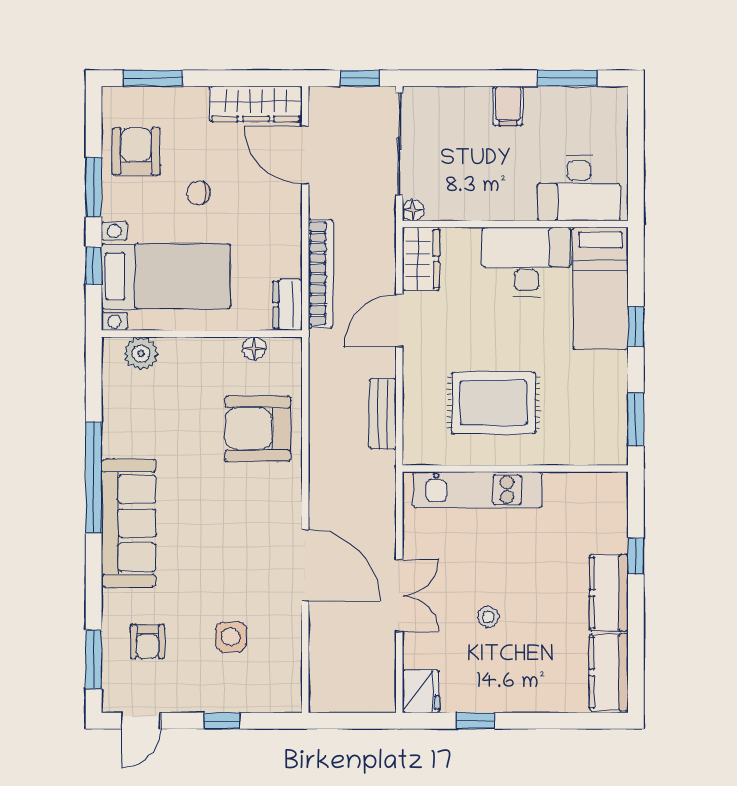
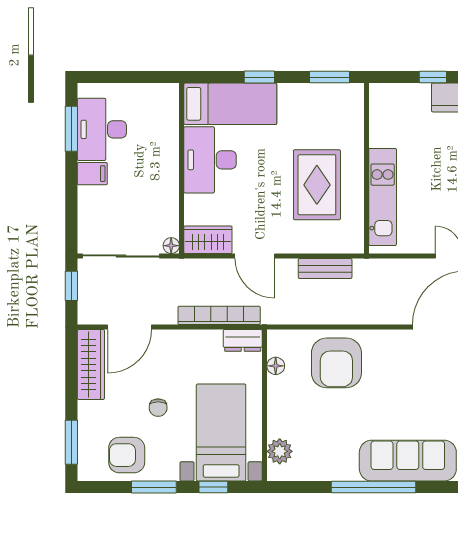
desk: (579, 188) -> (102, 129), moved, turned 180

